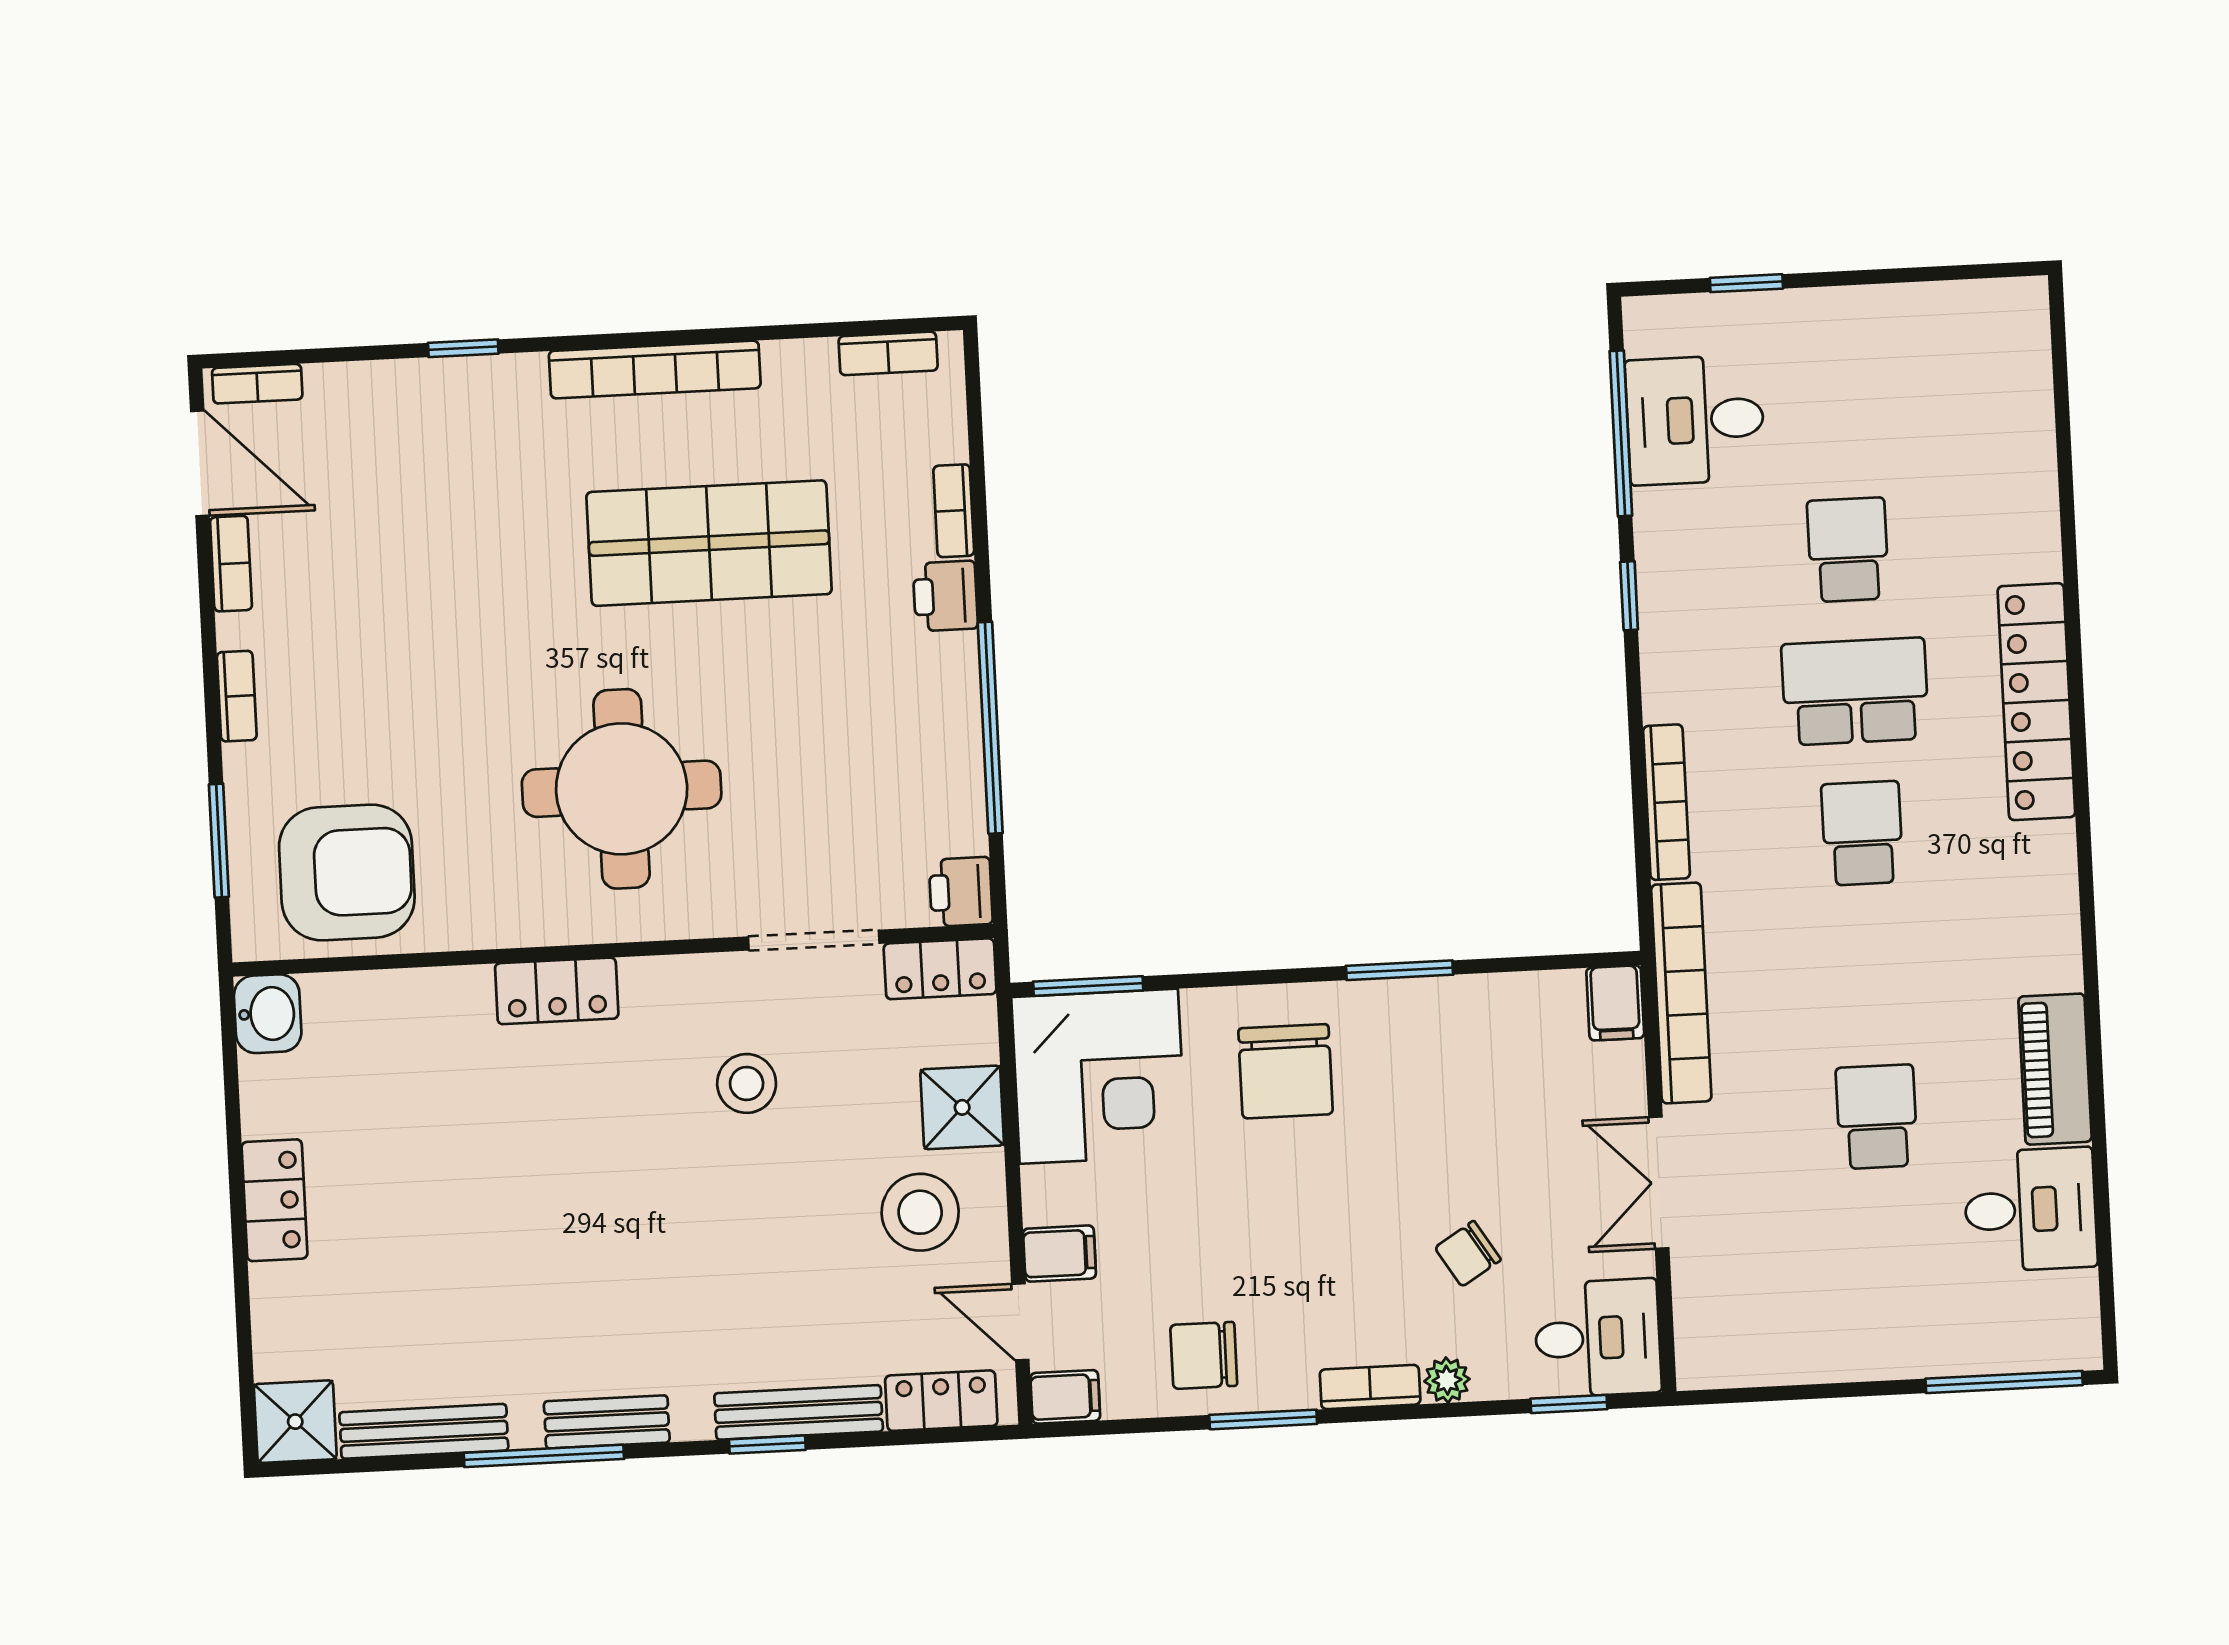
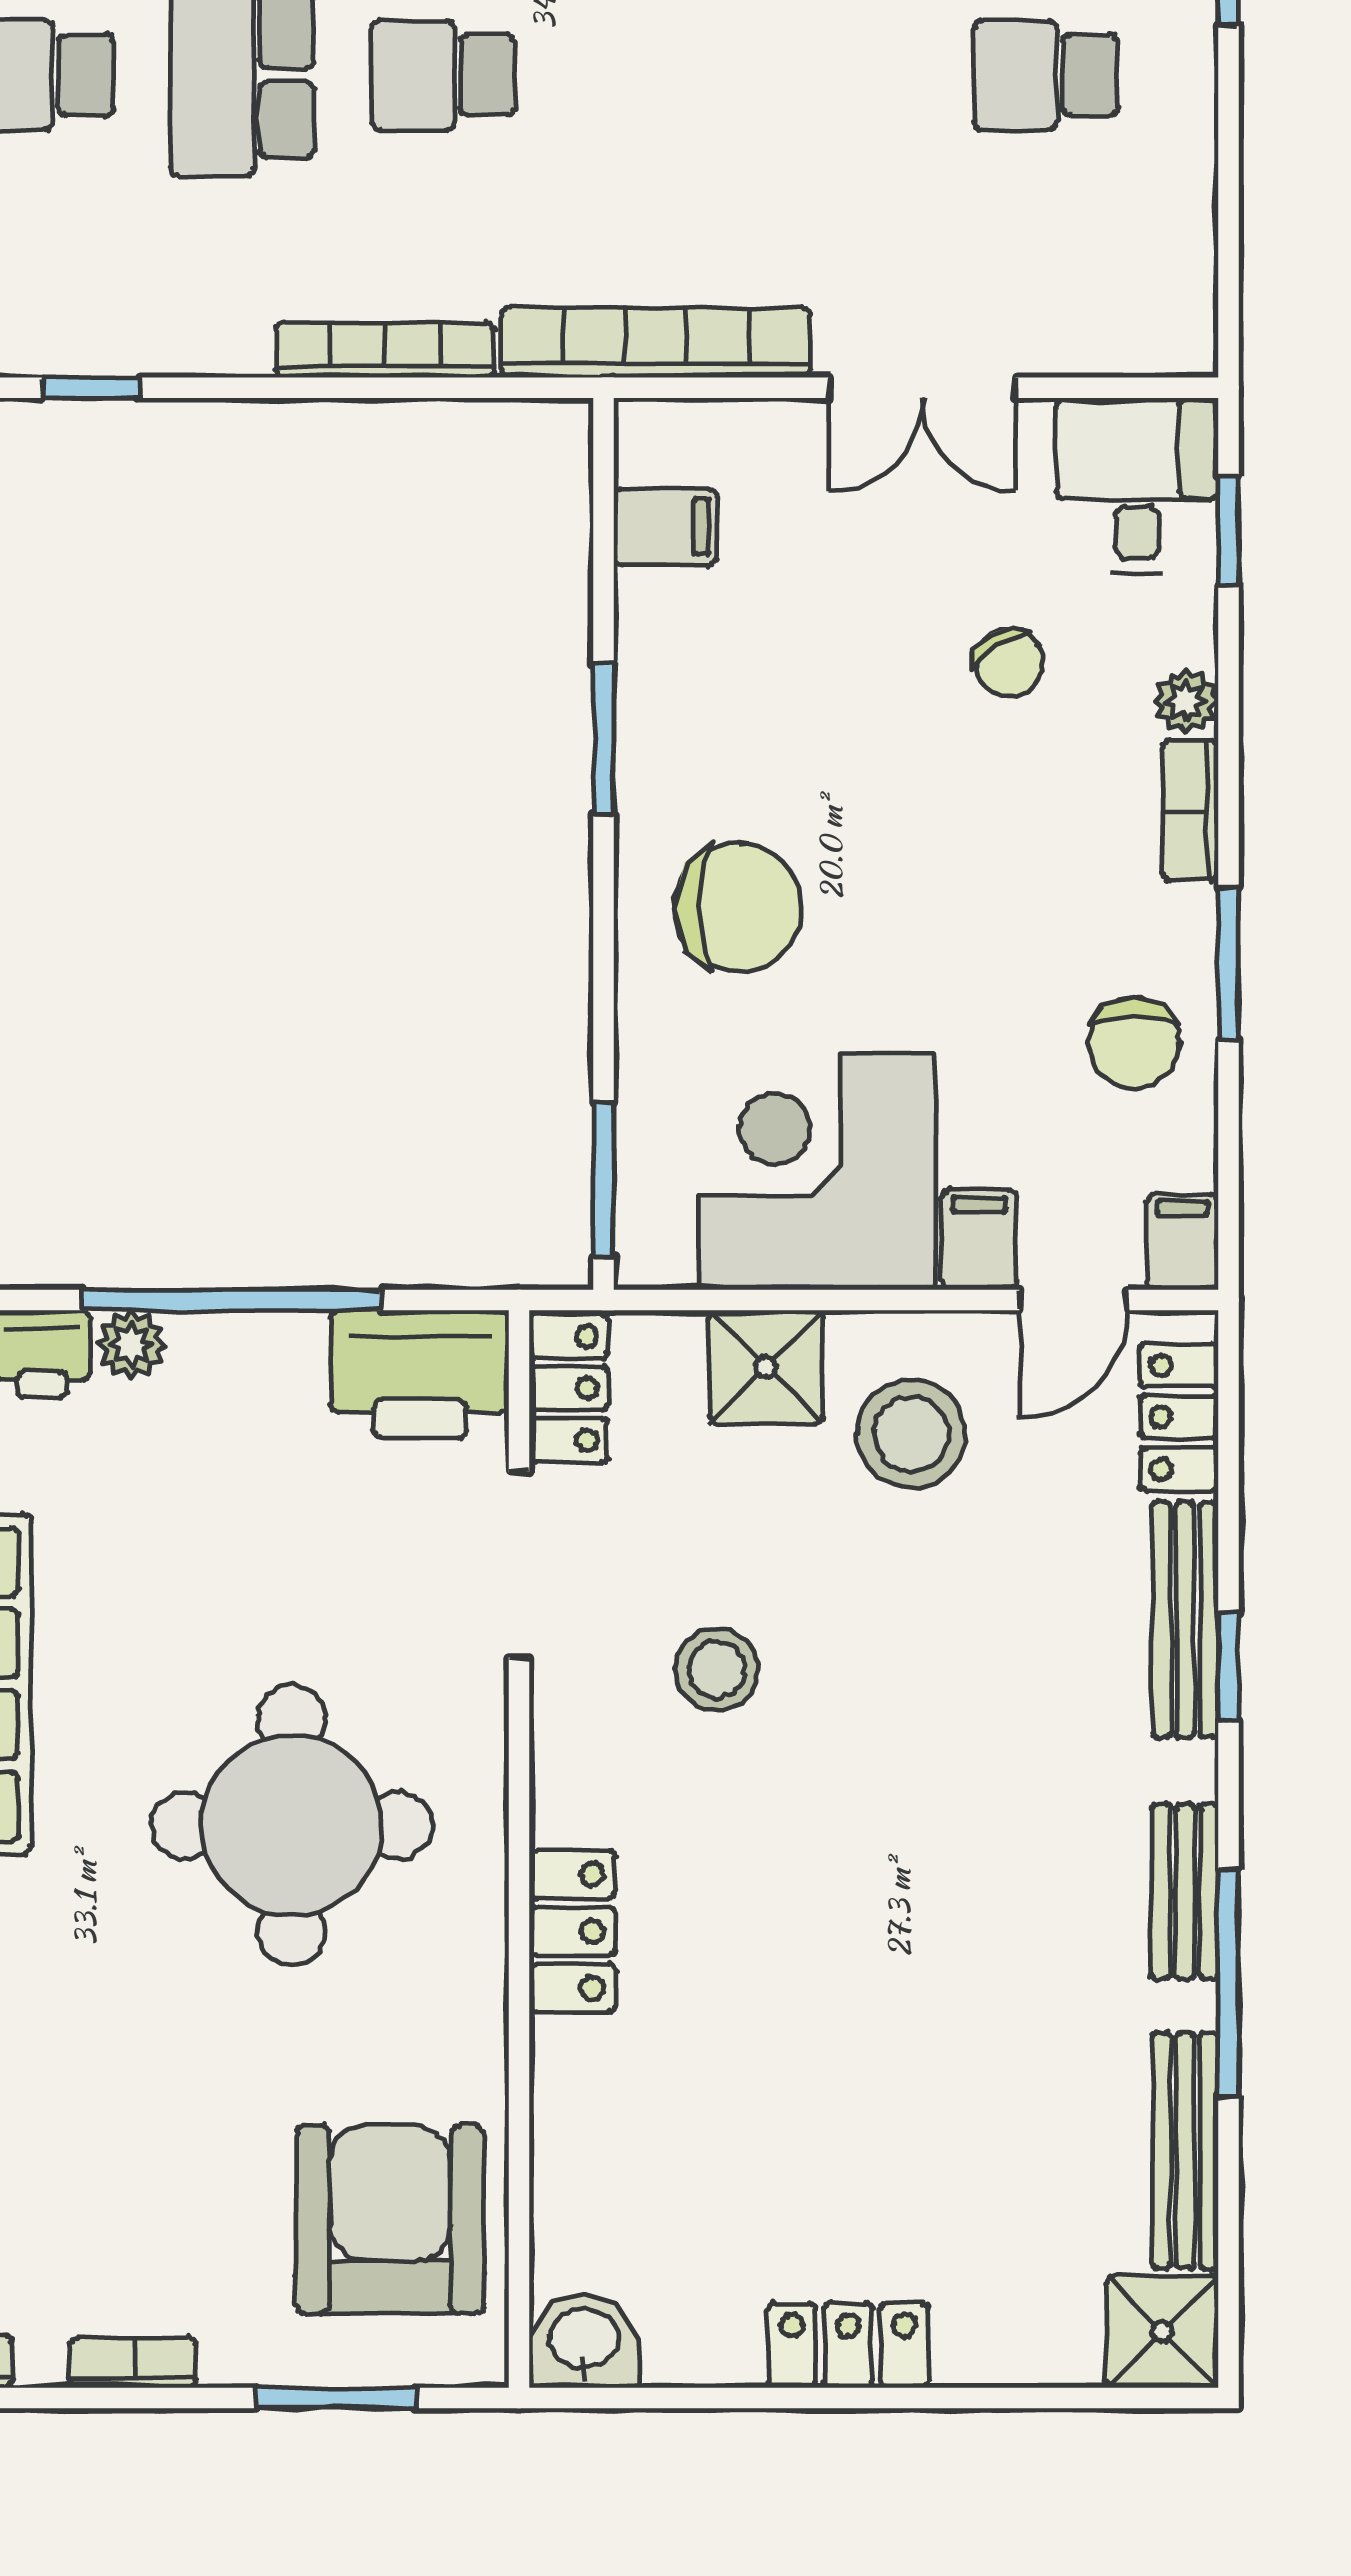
plant: (955, 659) -> (131, 1344), added
printer: (961, 892) -> (420, 1374), width x1.87, depth x1.48
filing cabinet: (1615, 1003) -> (665, 527), moved
corner desk: (1099, 1076) -> (817, 1172), moved, turned -90
school desk: (1877, 1117) -> (1046, 75), moved

